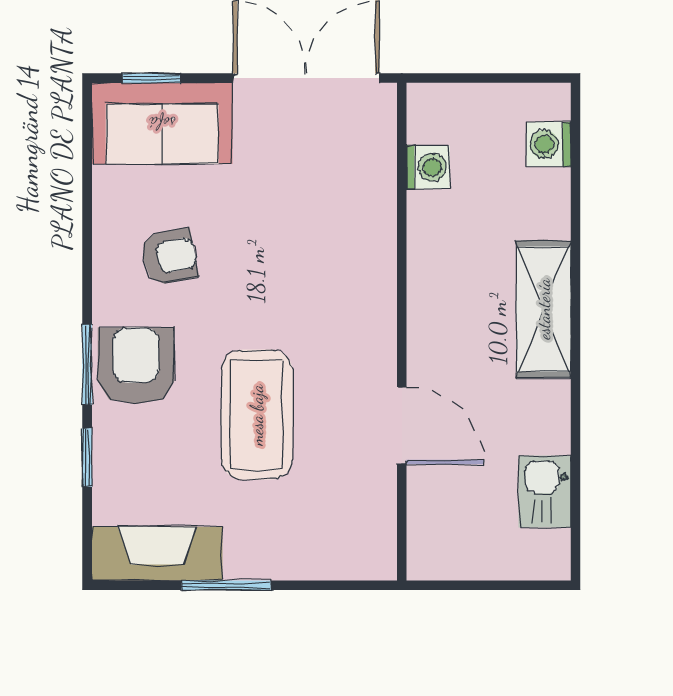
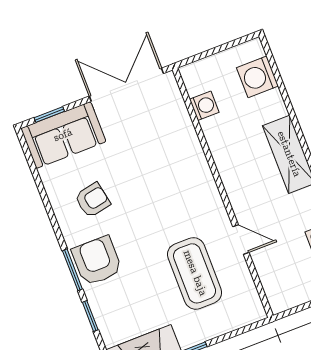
washing machine: (549, 144) -> (257, 77), width x1.38, depth x1.38
coffee table: (257, 415) -> (195, 273), moved
door: (402, 425) -> (241, 240), width x0.73

